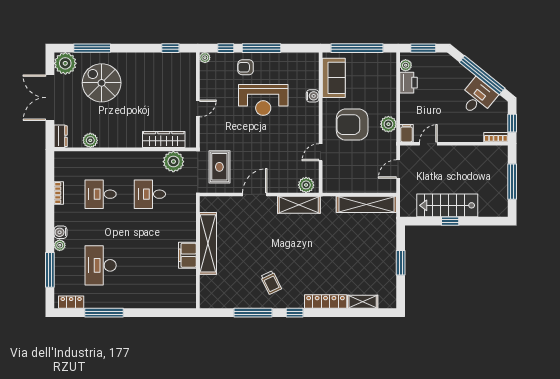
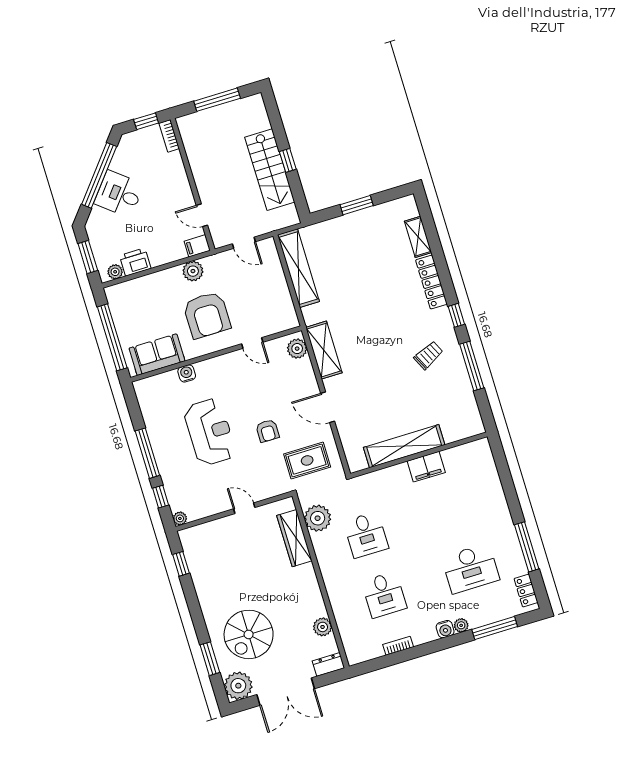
window: (92, 48) -> (210, 659), width x0.69
armchair: (246, 67) -> (267, 431), moved
desk: (478, 97) -> (119, 194), moved

